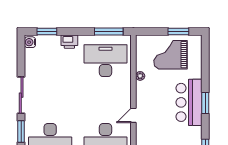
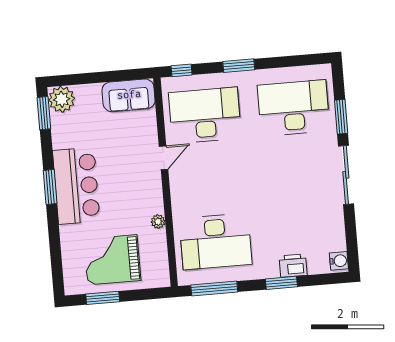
window: (47, 31) -> (281, 283), moved
printer: (69, 42) -> (293, 266), moved
grand piano: (171, 55) -> (112, 260), turned 180

